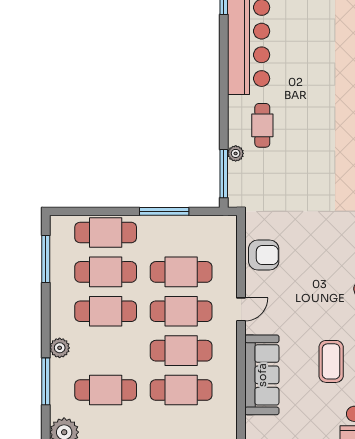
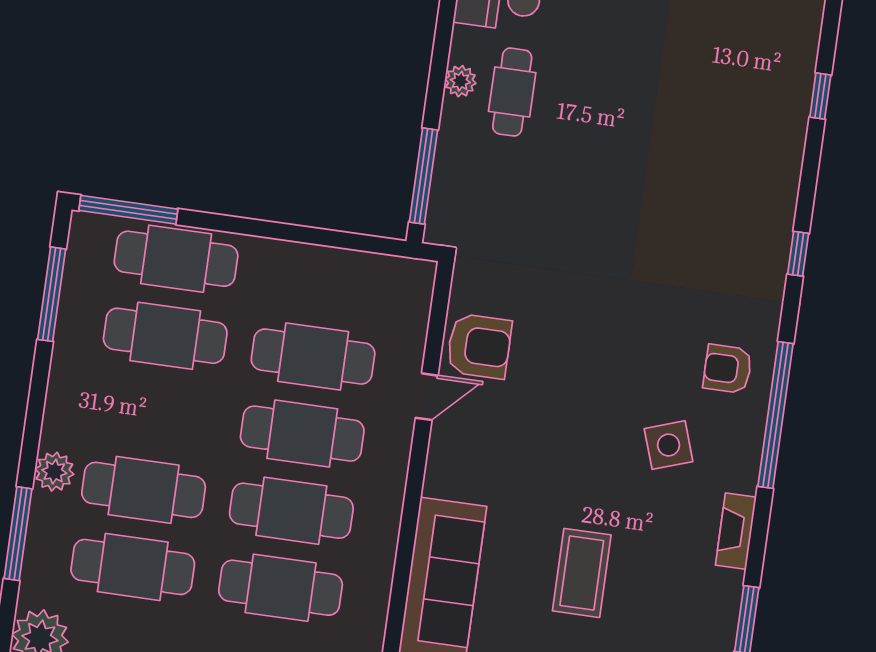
plant: (236, 153) -> (460, 81), moved
window: (164, 211) -> (128, 210), moved
door: (241, 309) -> (427, 397), moved
cafe table: (106, 311) -> (144, 490), moved

